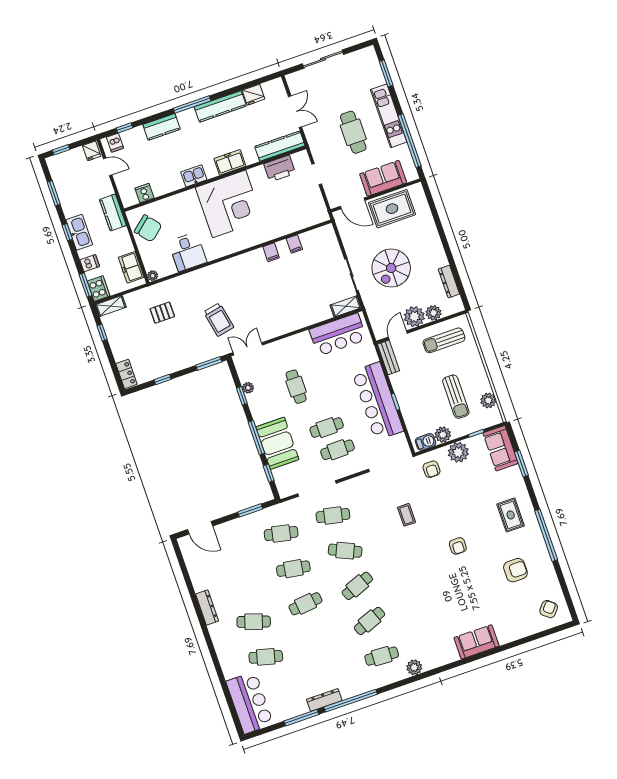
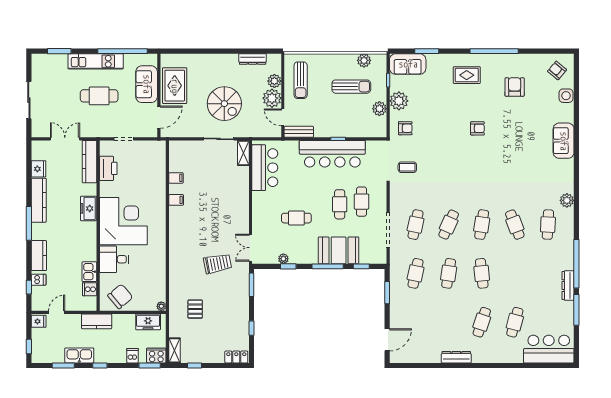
dishwasher: (115, 143) -> (39, 280), moved
kitchen sink: (194, 176) -> (89, 272), moved
kitchen sink: (79, 232) -> (79, 355), moved
desk: (188, 252) -> (114, 259), moved, turned 180
barbecue: (426, 442) -> (381, 125), removed
coffee table: (407, 515) -> (407, 167), moved
cafe table: (357, 586) -> (482, 225), turned 30
side table: (525, 628) -> (566, 96), added

